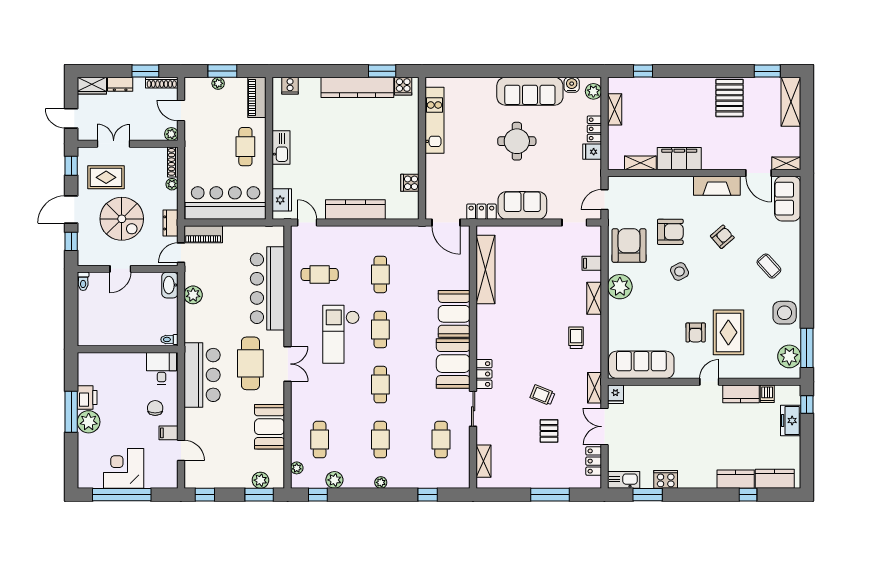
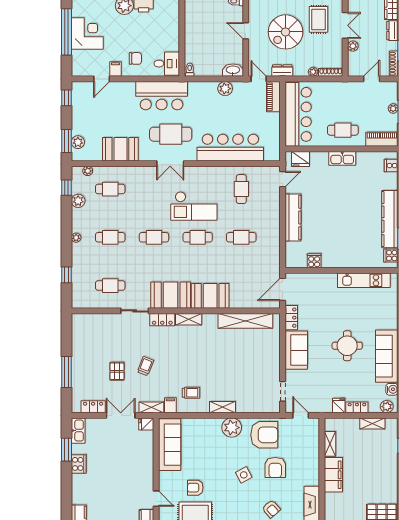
plant: (171, 134) -> (353, 46), moved
filing cabinet: (592, 263) -> (170, 405), moved
checkout: (341, 334) -> (194, 206), turned 180
pallet: (549, 431) -> (117, 371), turned 90
shelving: (483, 461) -> (189, 319), moved

